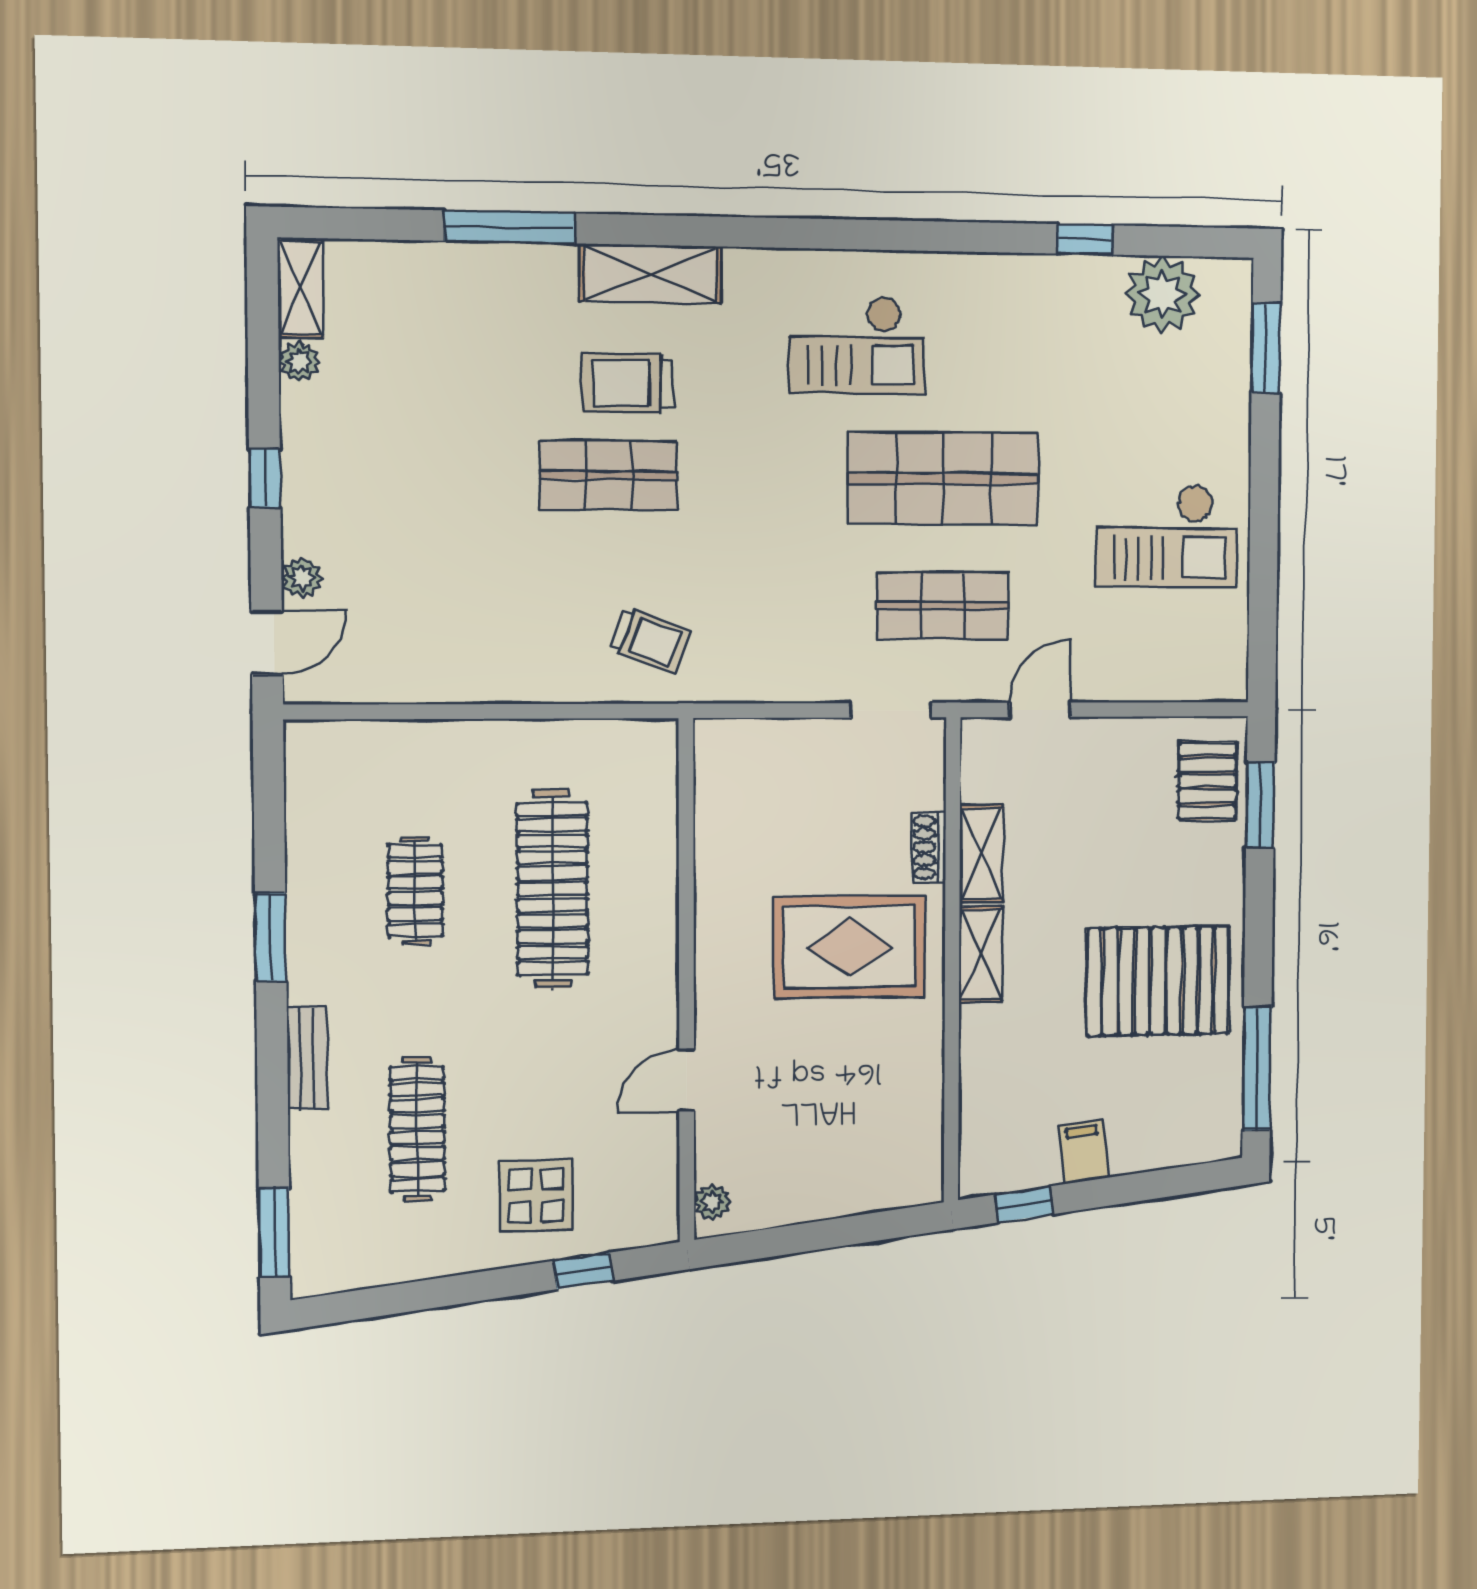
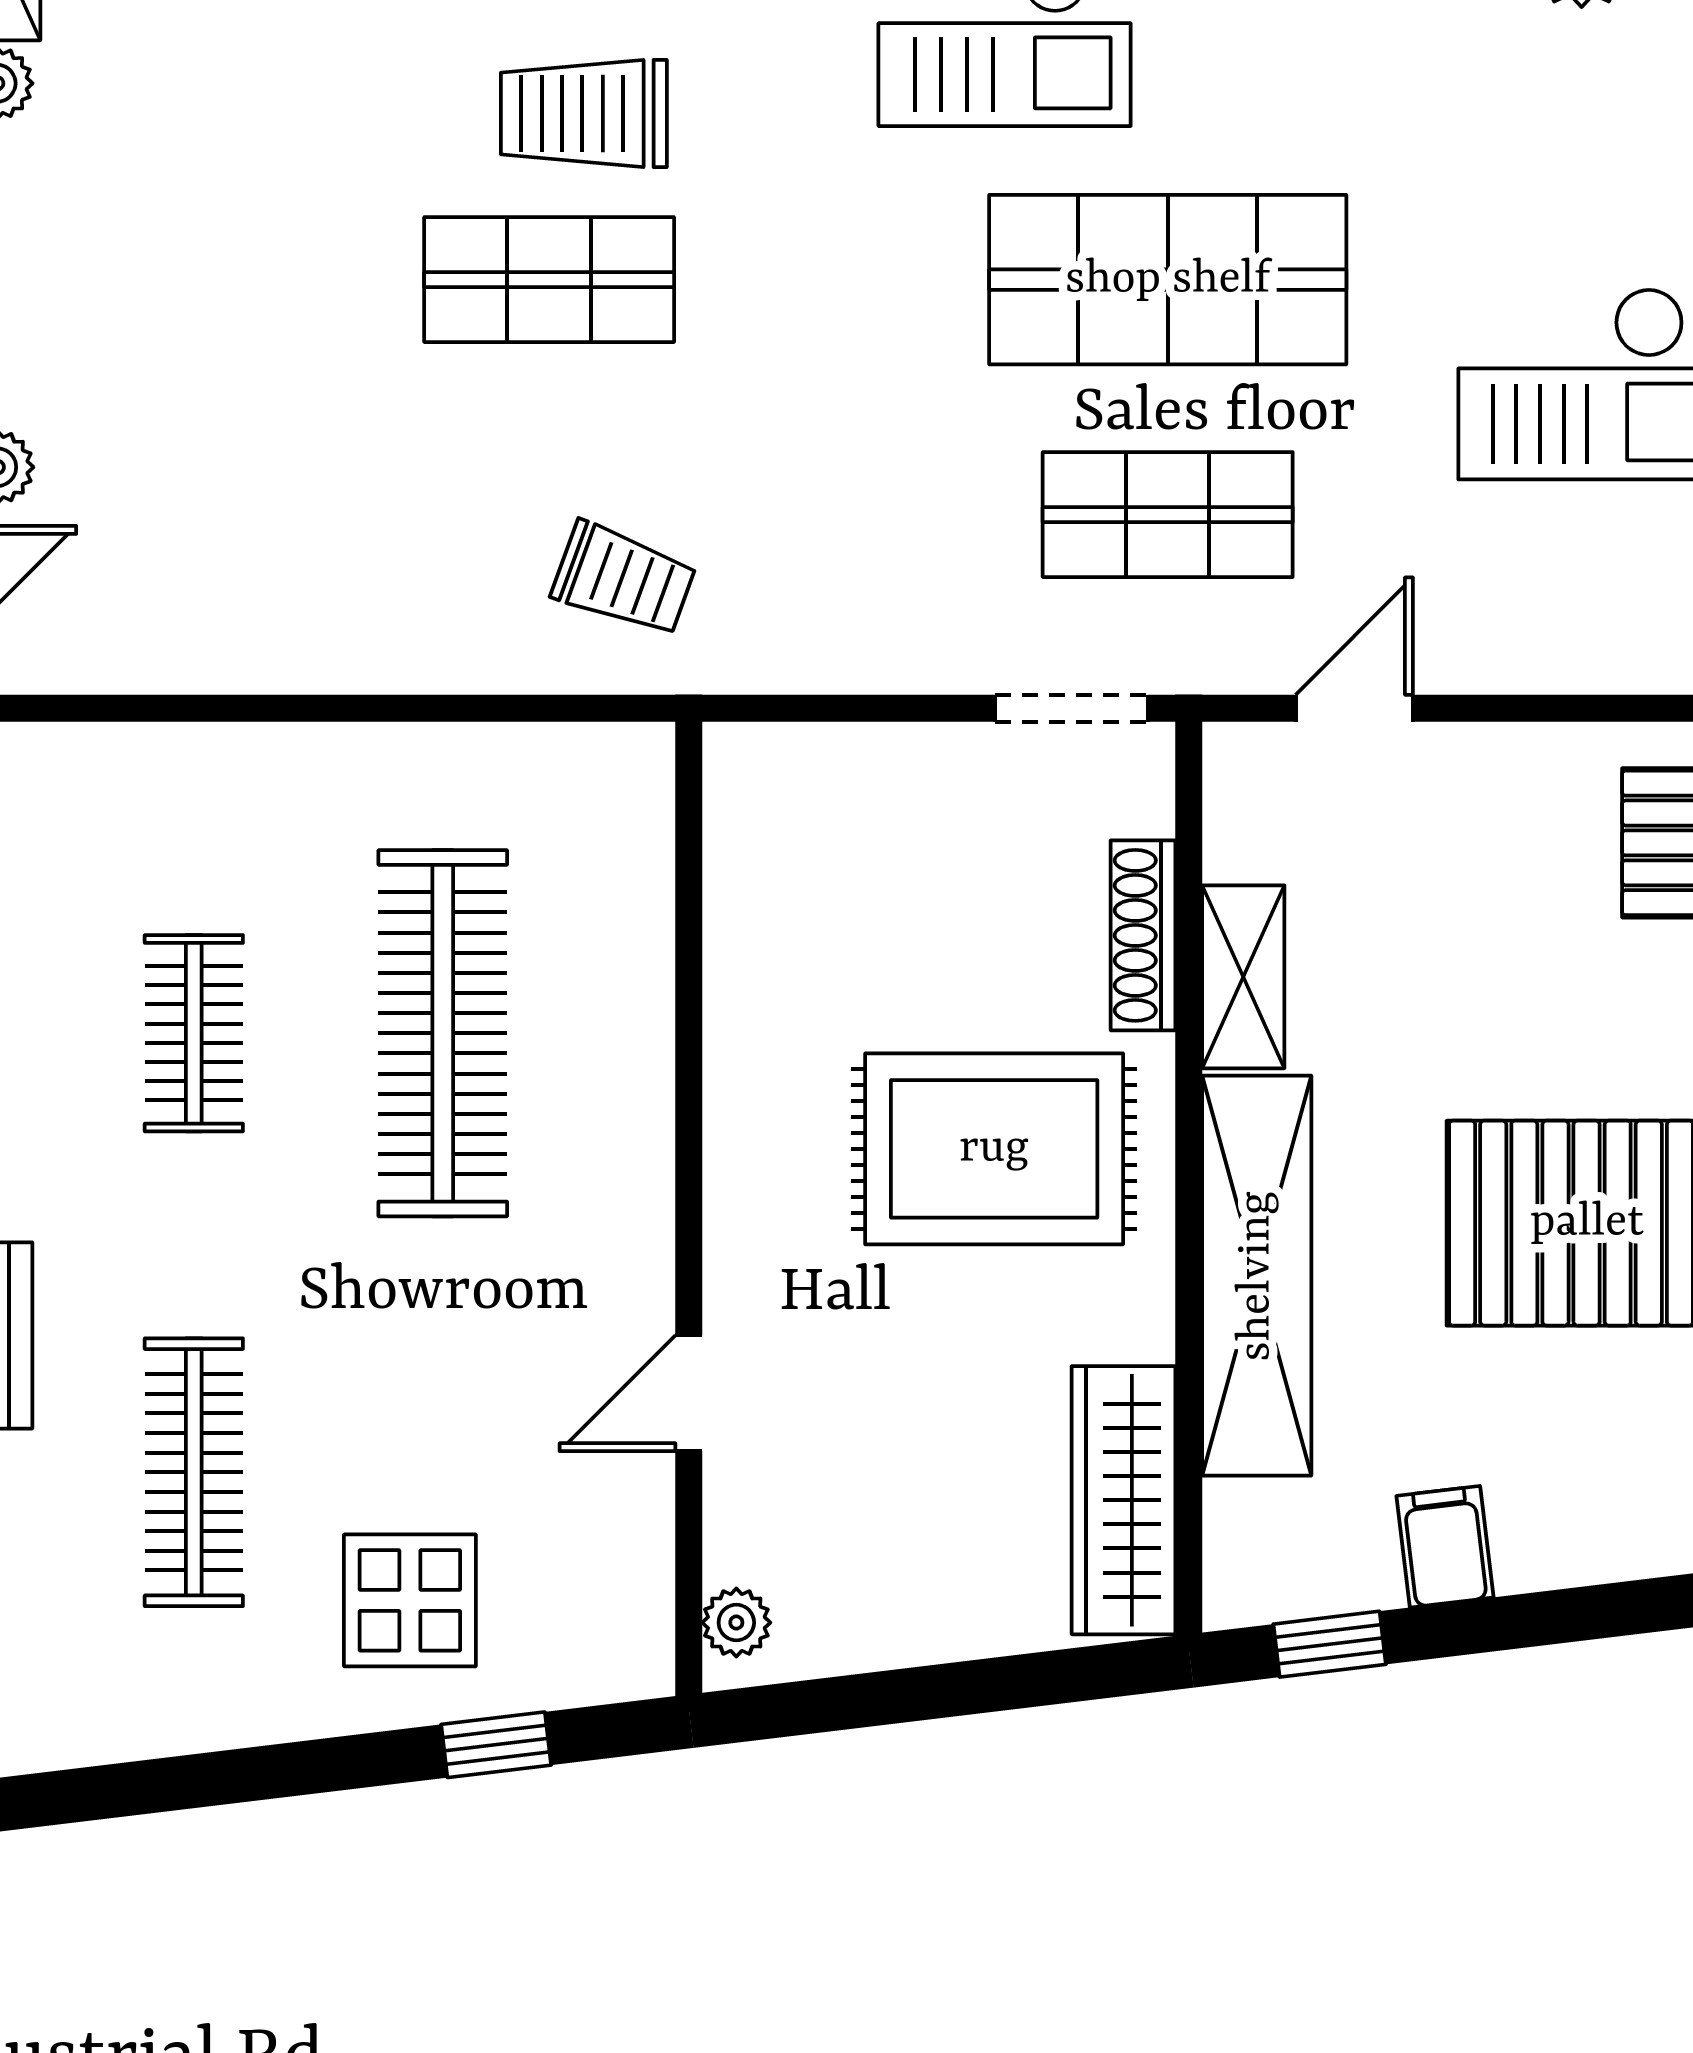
shoe rack: (929, 847) -> (1143, 935), width x1.43
shelving: (981, 954) -> (1257, 1276), width x2.20, depth x1.33
wardrobe: (917, 1132) -> (1124, 1500), added

